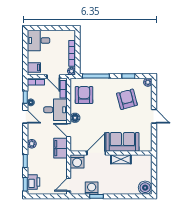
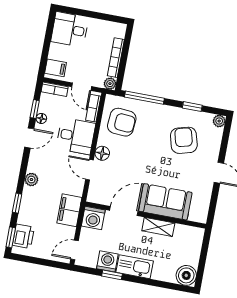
armchair: (84, 95) -> (122, 122), turned 94
door: (25, 117) -> (29, 138), hinge flipped
filing cabinet: (60, 148) -> (69, 210), moved
kitchen sink: (110, 188) -> (135, 267), added

